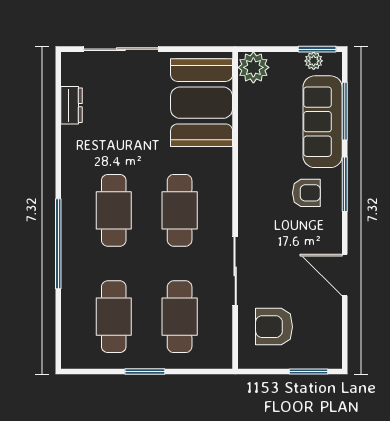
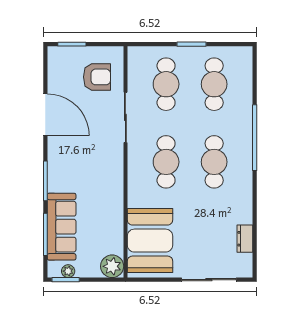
armchair: (306, 193) -> (73, 175), removed
door: (345, 275) -> (45, 115), width x1.36

